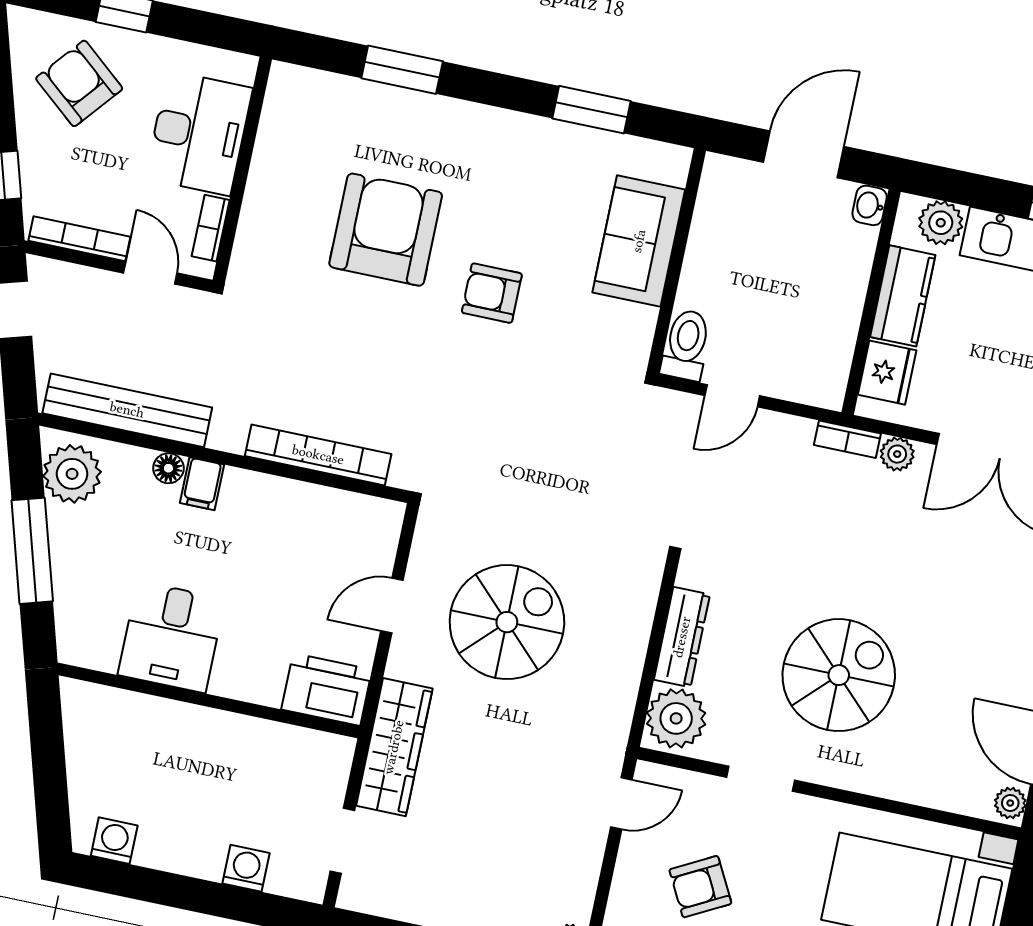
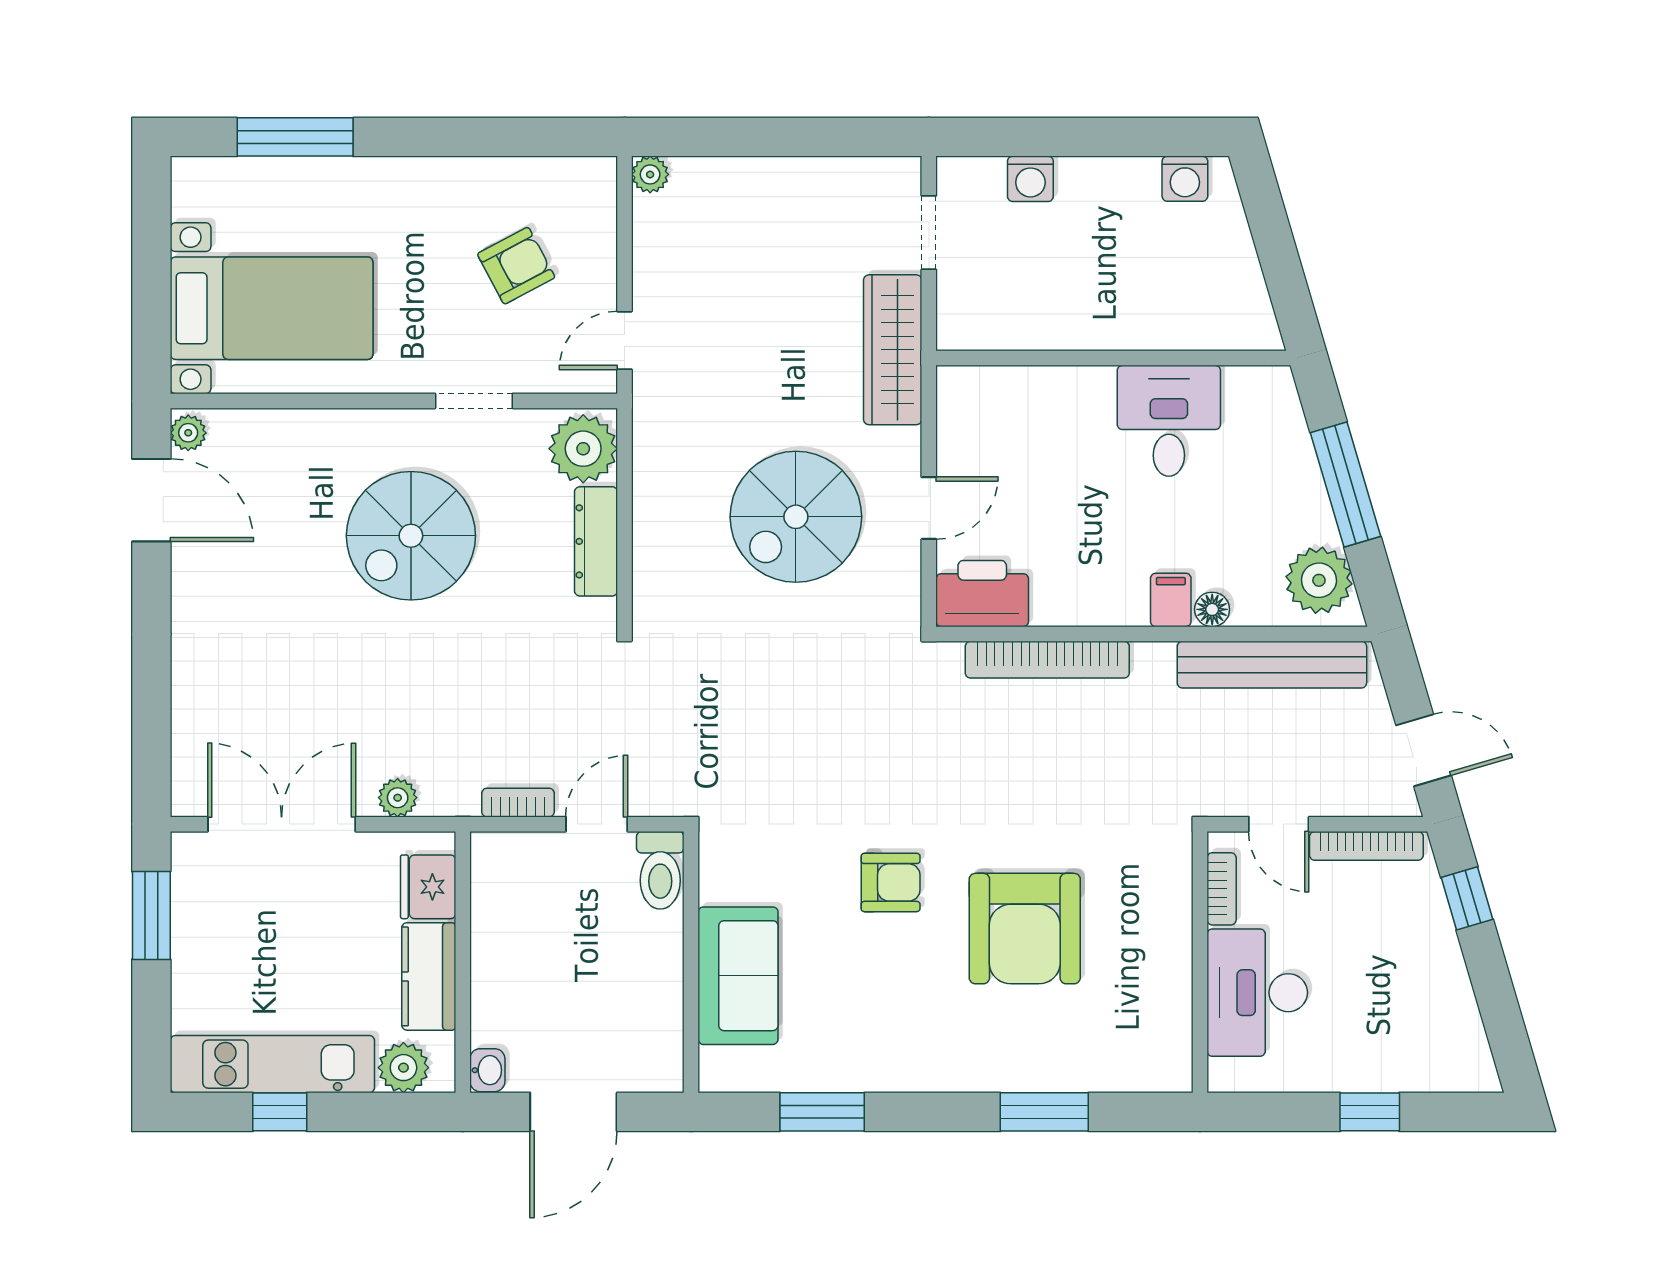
armchair: (79, 83) -> (1403, 1020), removed
bookcase: (847, 439) -> (518, 803), moved
printer: (327, 690) -> (982, 594), moved, turned 180

